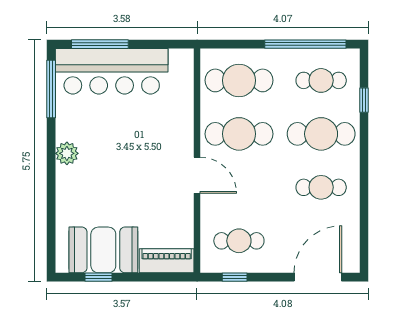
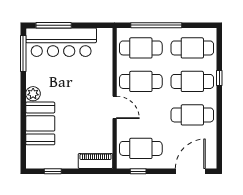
window: (305, 44) -> (156, 25), moved
cafe table: (321, 80) -> (192, 48), width x1.37, depth x1.35
window: (364, 100) -> (219, 78), moved
cafe table: (321, 187) -> (192, 115), width x1.37, depth x1.35
cafe table: (239, 241) -> (141, 148), width x1.37, depth x1.35
booth: (103, 250) -> (40, 123), moved, turned 90

